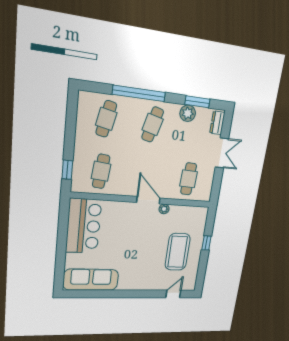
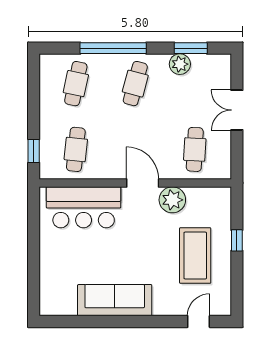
dresser: (217, 123) -> (223, 71), removed
double door: (222, 153) -> (237, 110), swing flipped
plant: (164, 209) -> (172, 200), width x1.87, depth x1.87
bar counter: (84, 226) -> (84, 207), moved, turned 90
sofa: (91, 280) -> (115, 300), moved

